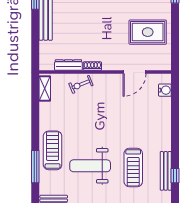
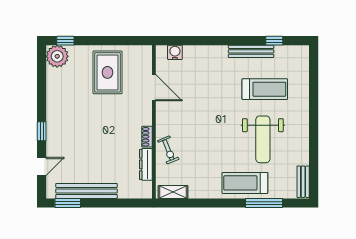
bench: (166, 171) -> (251, 51), moved

